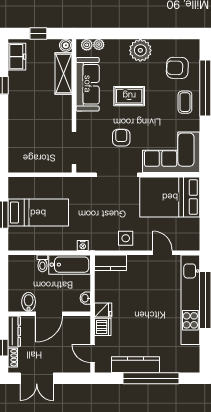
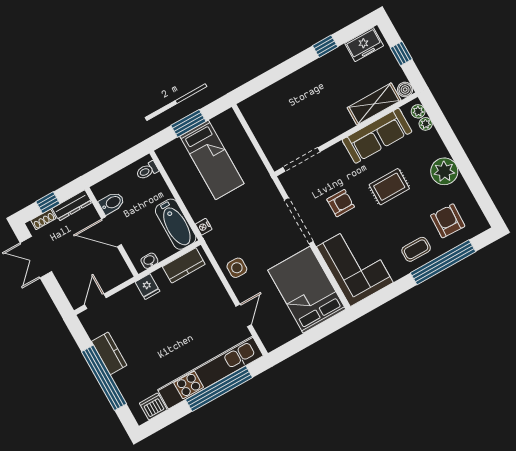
rug: (129, 96) -> (389, 187), turned 90
toilet: (42, 263) -> (147, 171), moved
kitchen counter: (111, 263) -> (184, 265), moved, turned -90
dishwasher: (103, 327) -> (153, 406), moved, turned 180
kitchen counter: (135, 365) -> (109, 353), width x0.67

